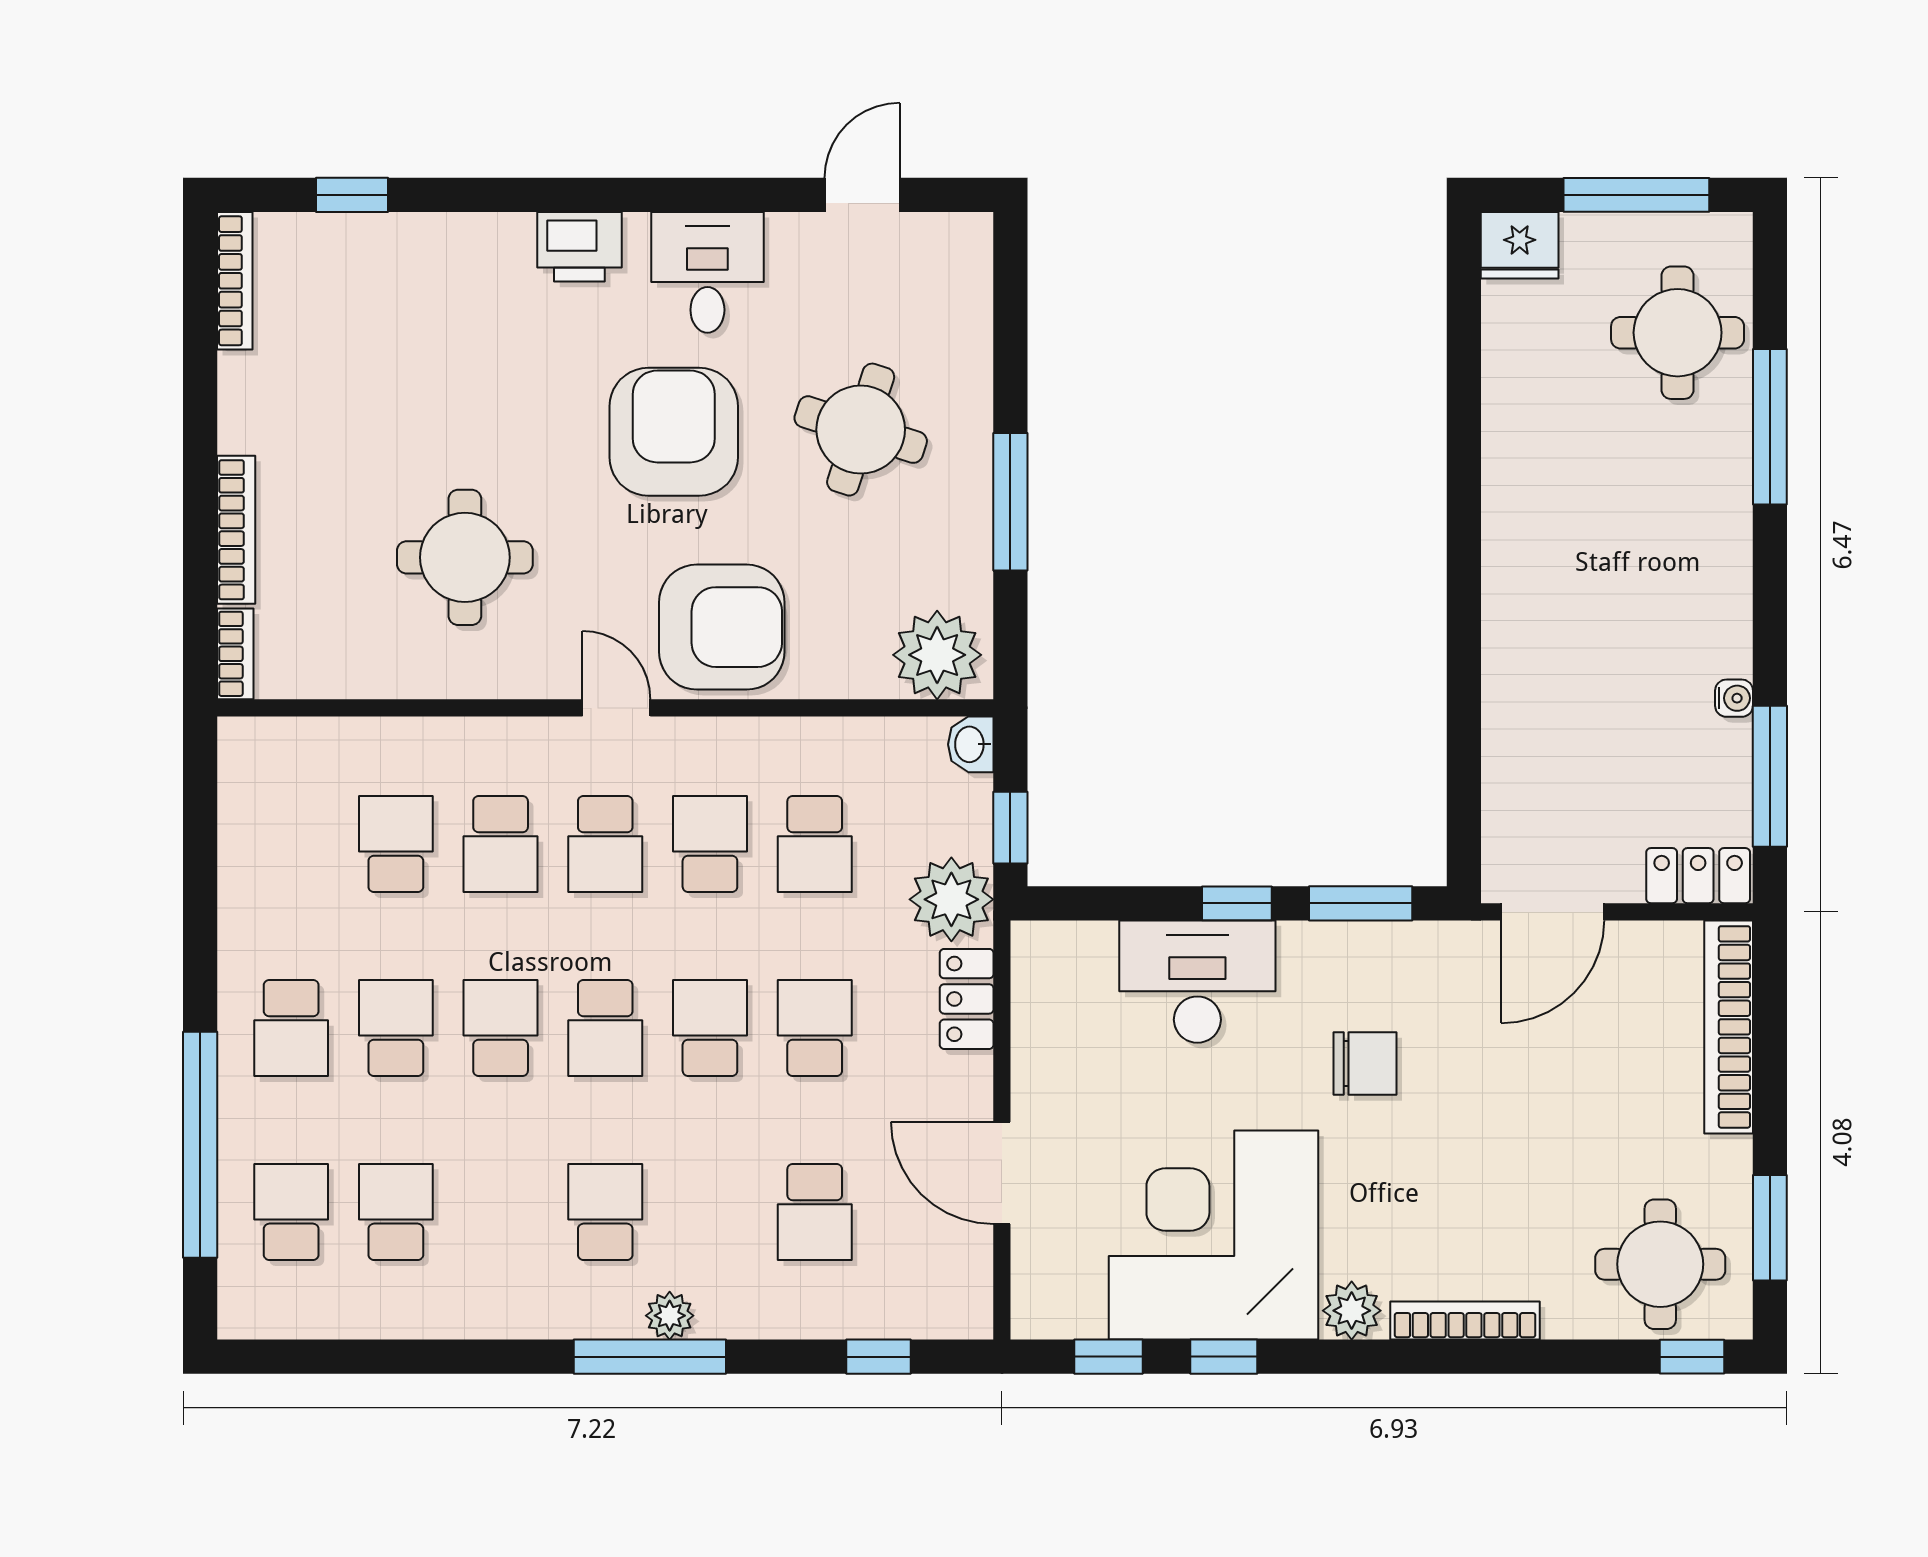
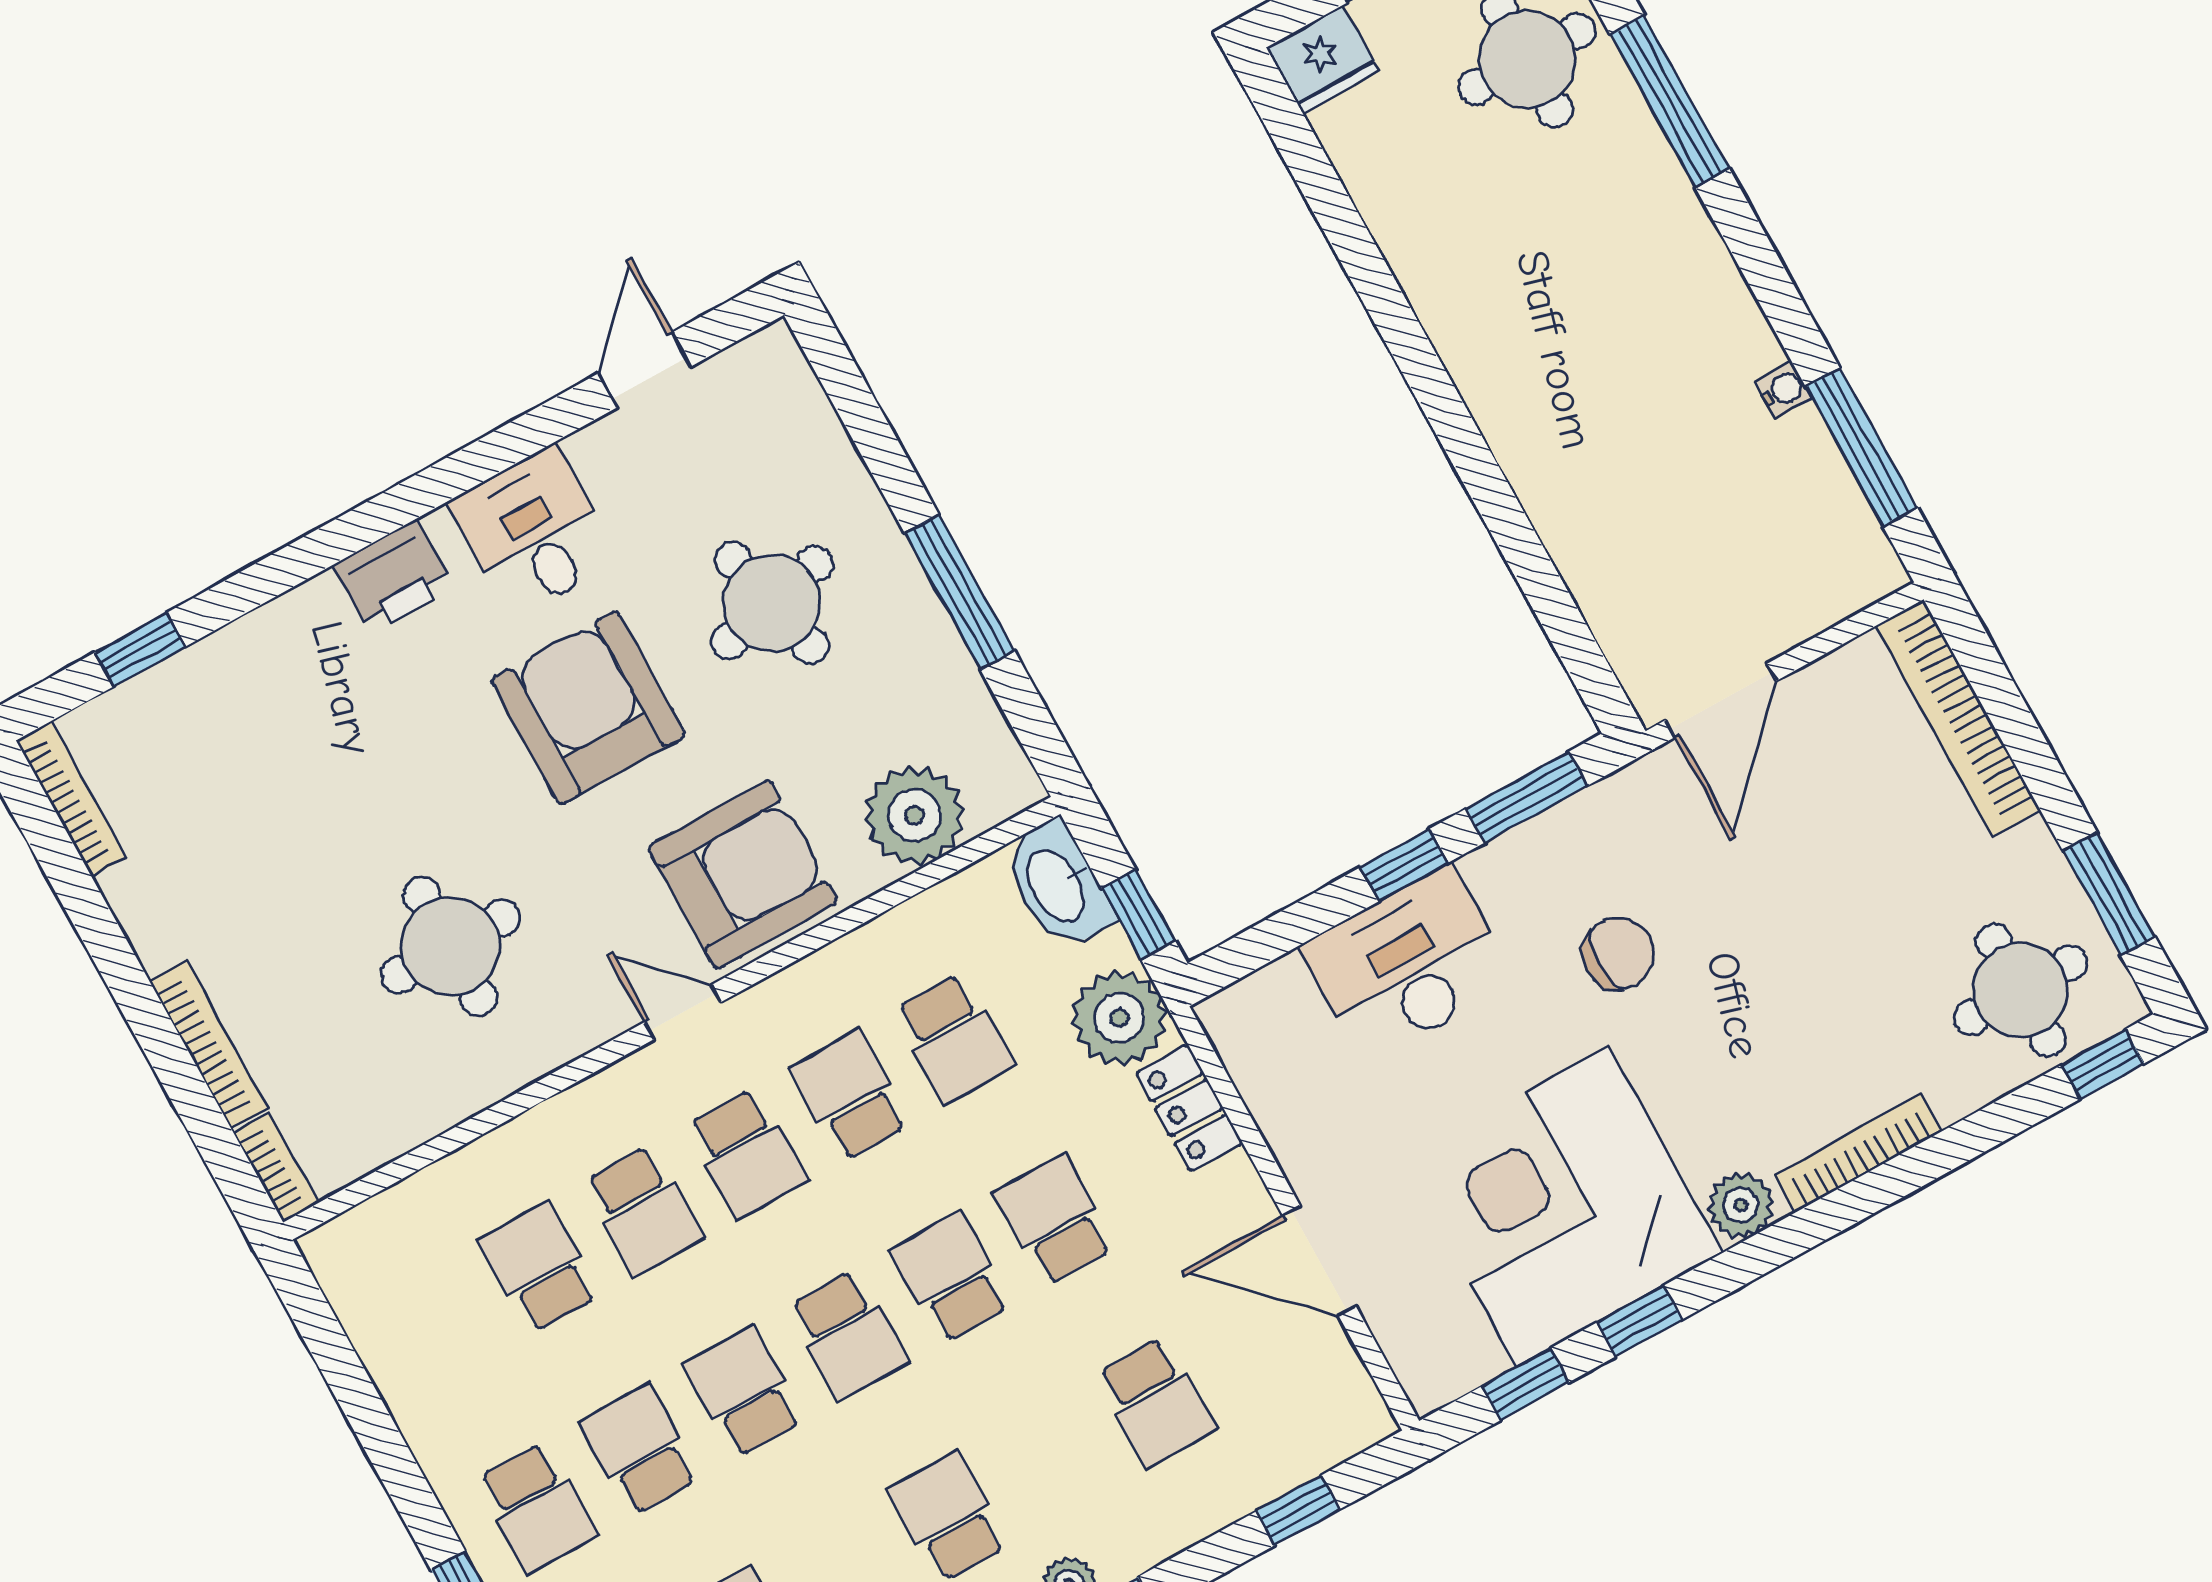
round table: (861, 430) -> (772, 603), turned -31
plant: (937, 655) -> (914, 815), moved
washbasin: (971, 744) -> (1057, 885), width x1.91, depth x1.45
locker: (1698, 876) -> (1845, 585), removed

